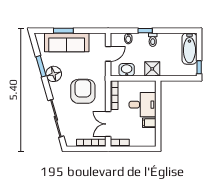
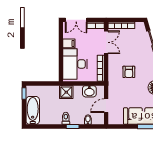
armchair: (83, 91) -> (129, 72), width x0.53, depth x0.53
desk: (143, 105) -> (75, 64), width x1.37
double door: (141, 149) -> (76, 20), added

